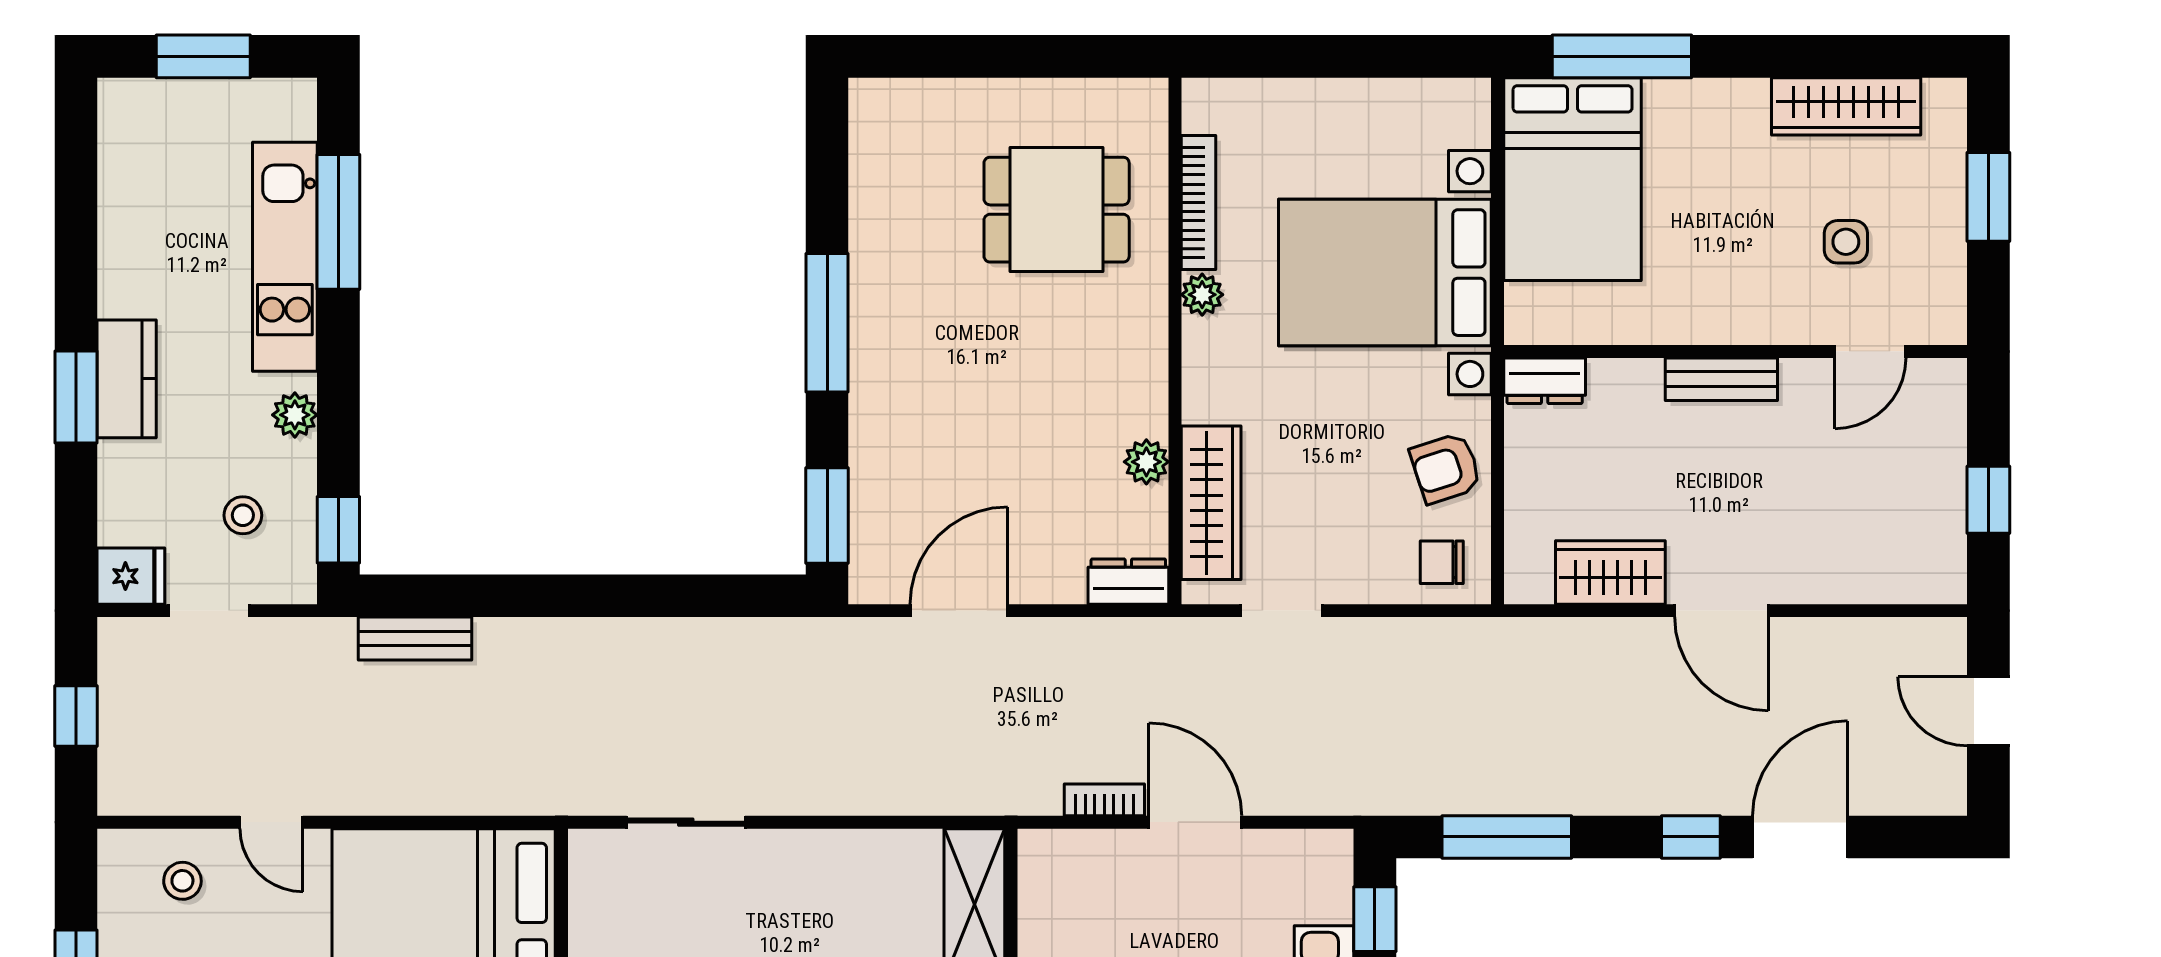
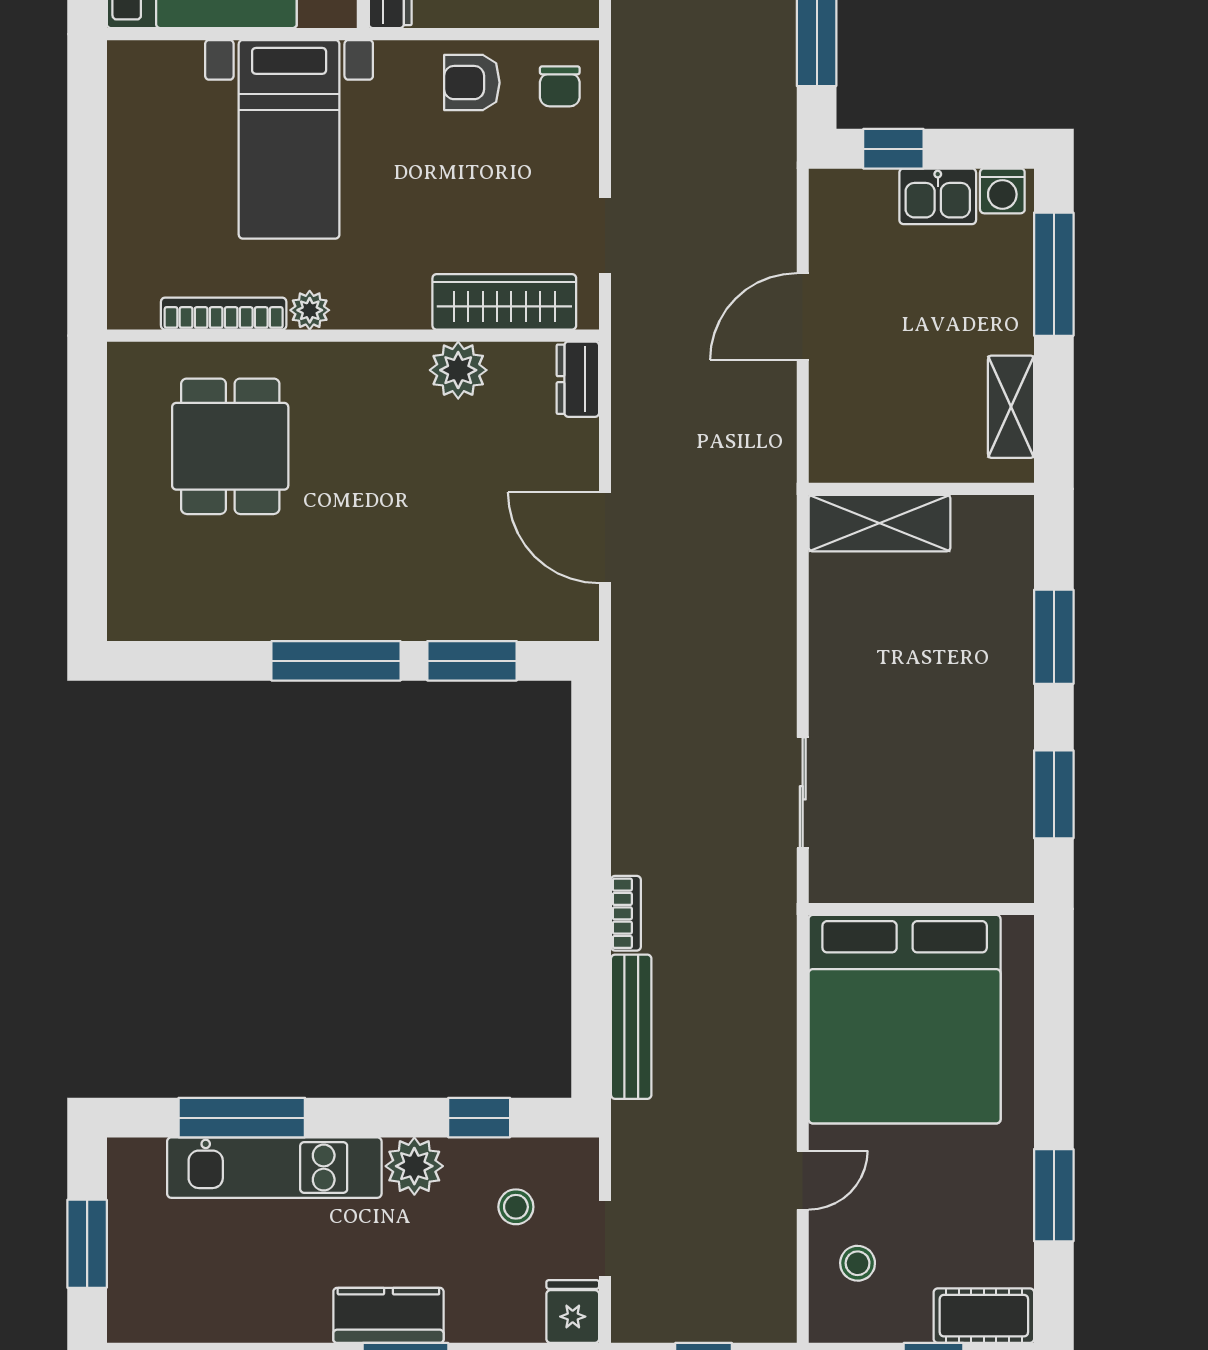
bed with nightstands: (1385, 273) -> (289, 139), width x0.73
plant: (295, 415) -> (414, 1166), width x1.38, depth x1.38
plant: (1146, 462) -> (458, 370), width x1.38, depth x1.38
armchair: (1446, 468) -> (472, 83), turned 108
window: (827, 516) -> (472, 661), moved
window: (338, 530) -> (479, 1118), moved
bench: (415, 639) -> (631, 1027), width x1.36
bookcase: (1104, 800) -> (626, 913), moved, turned 180

